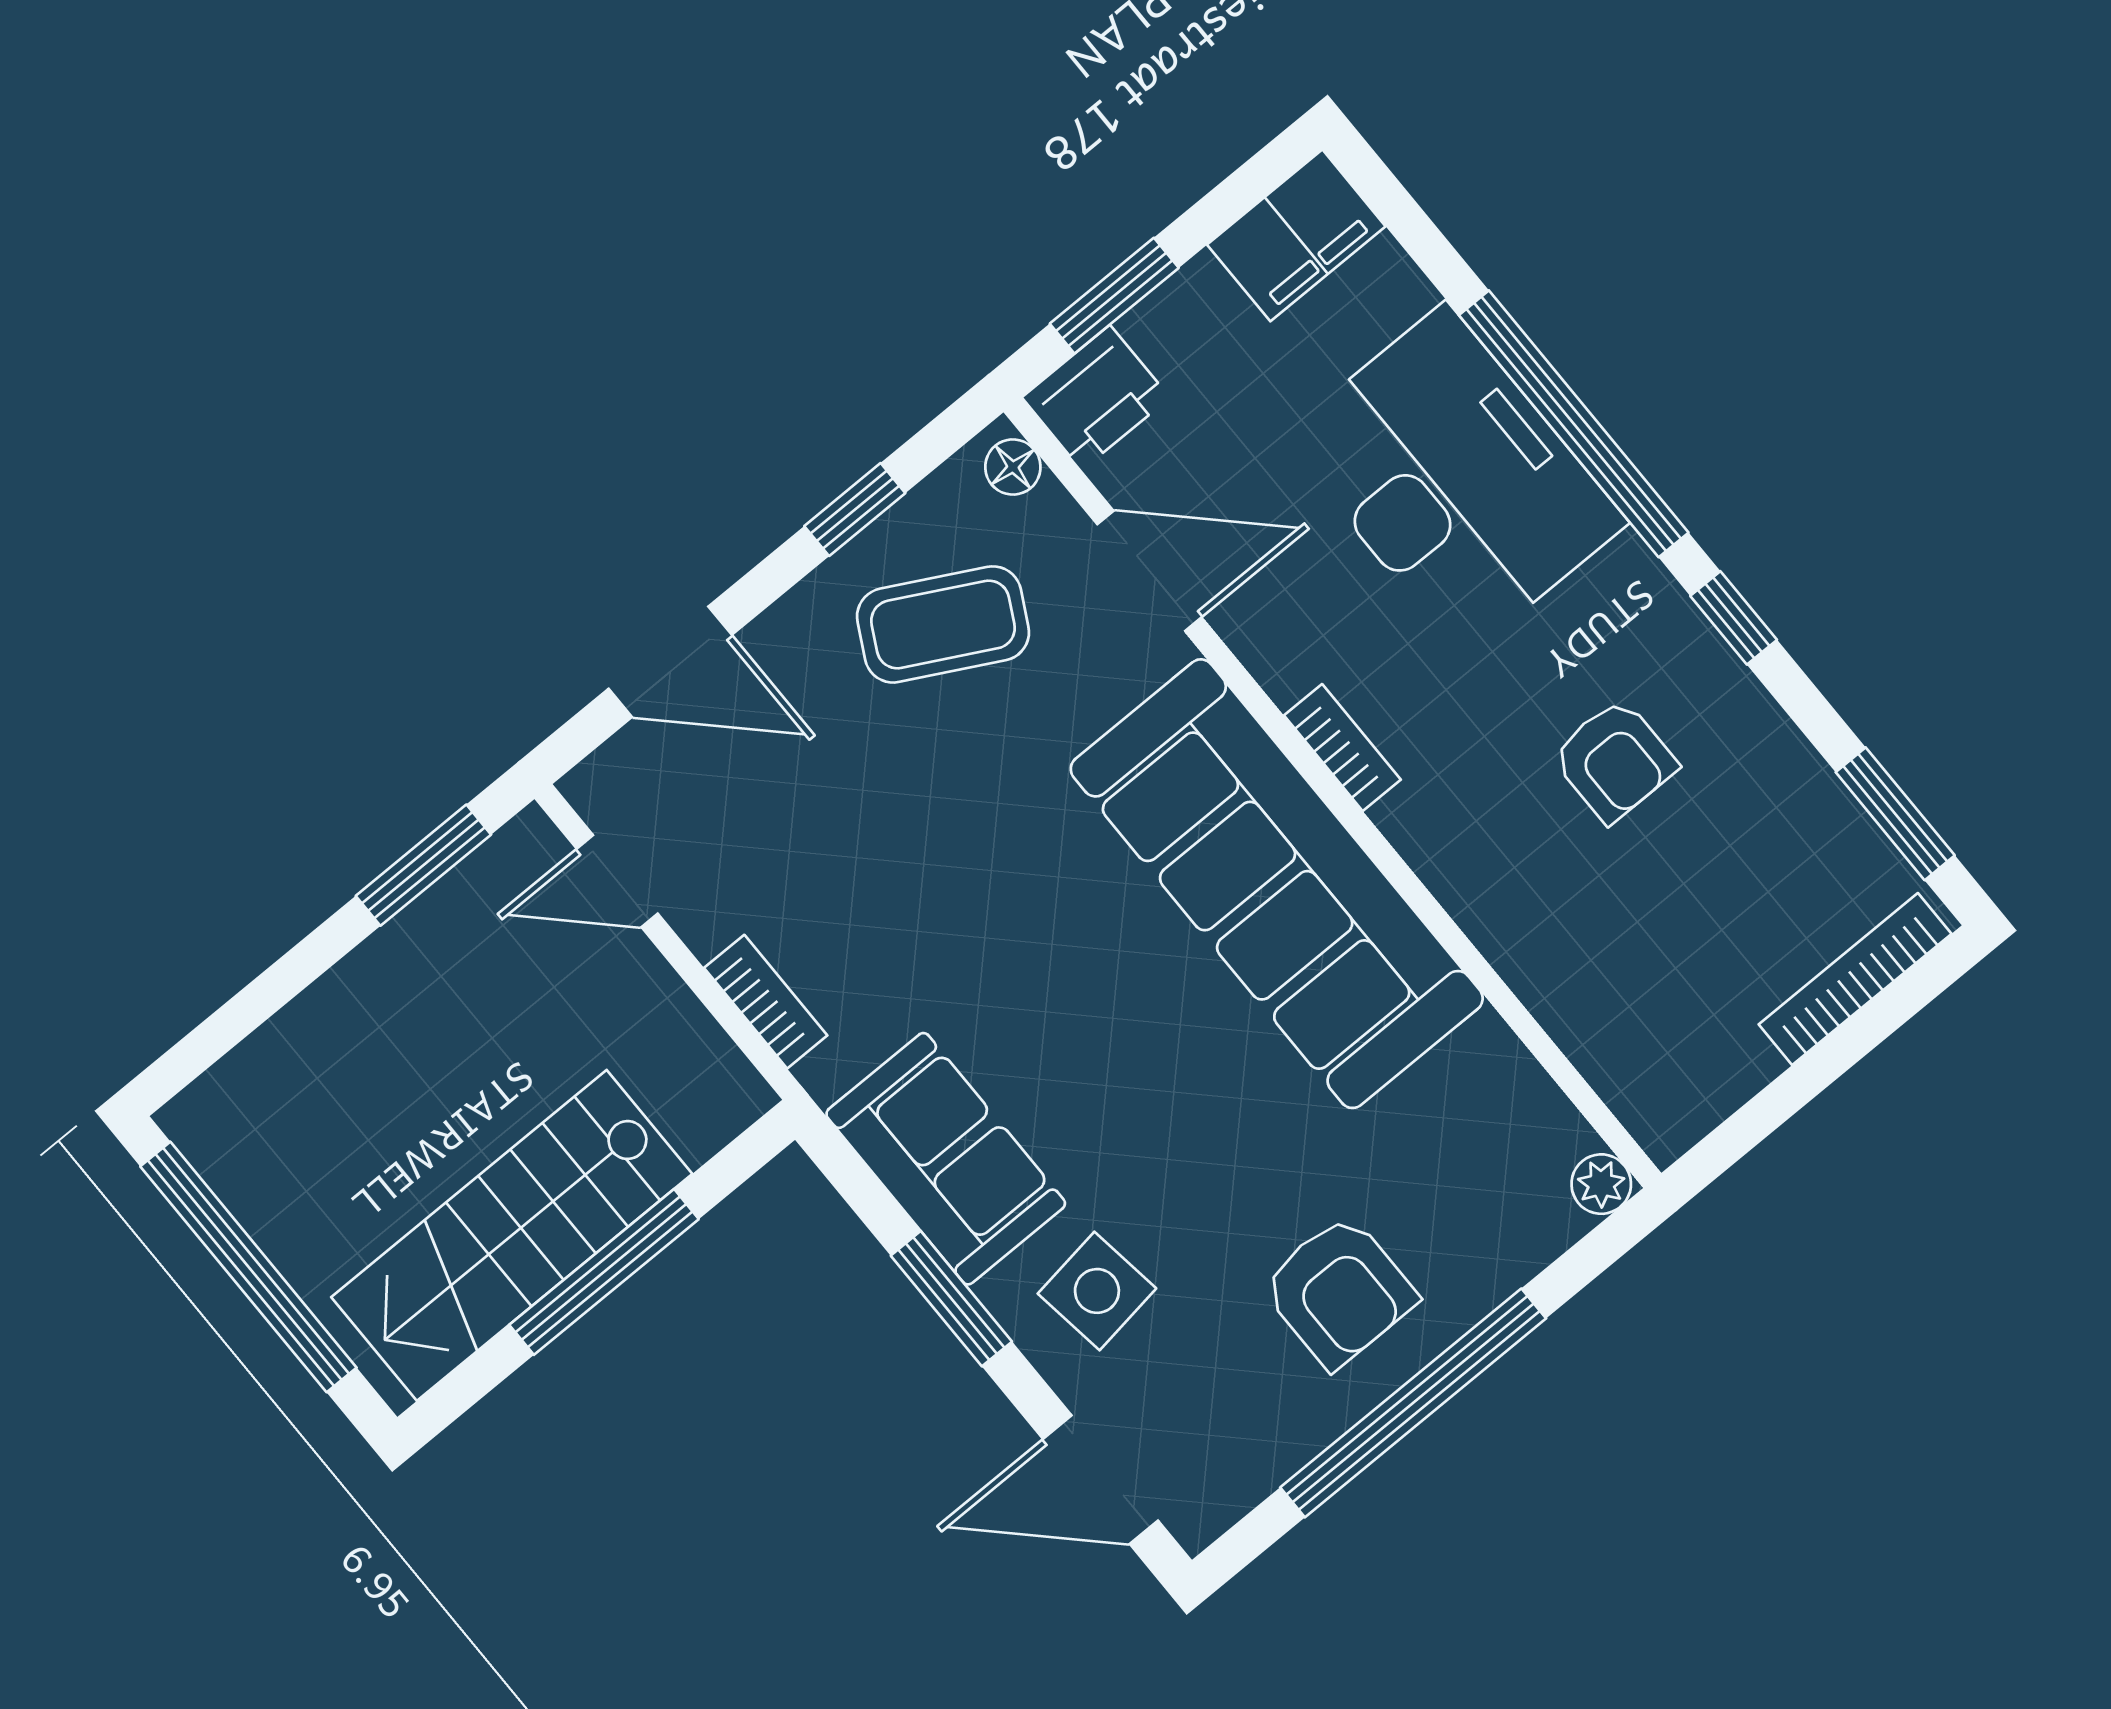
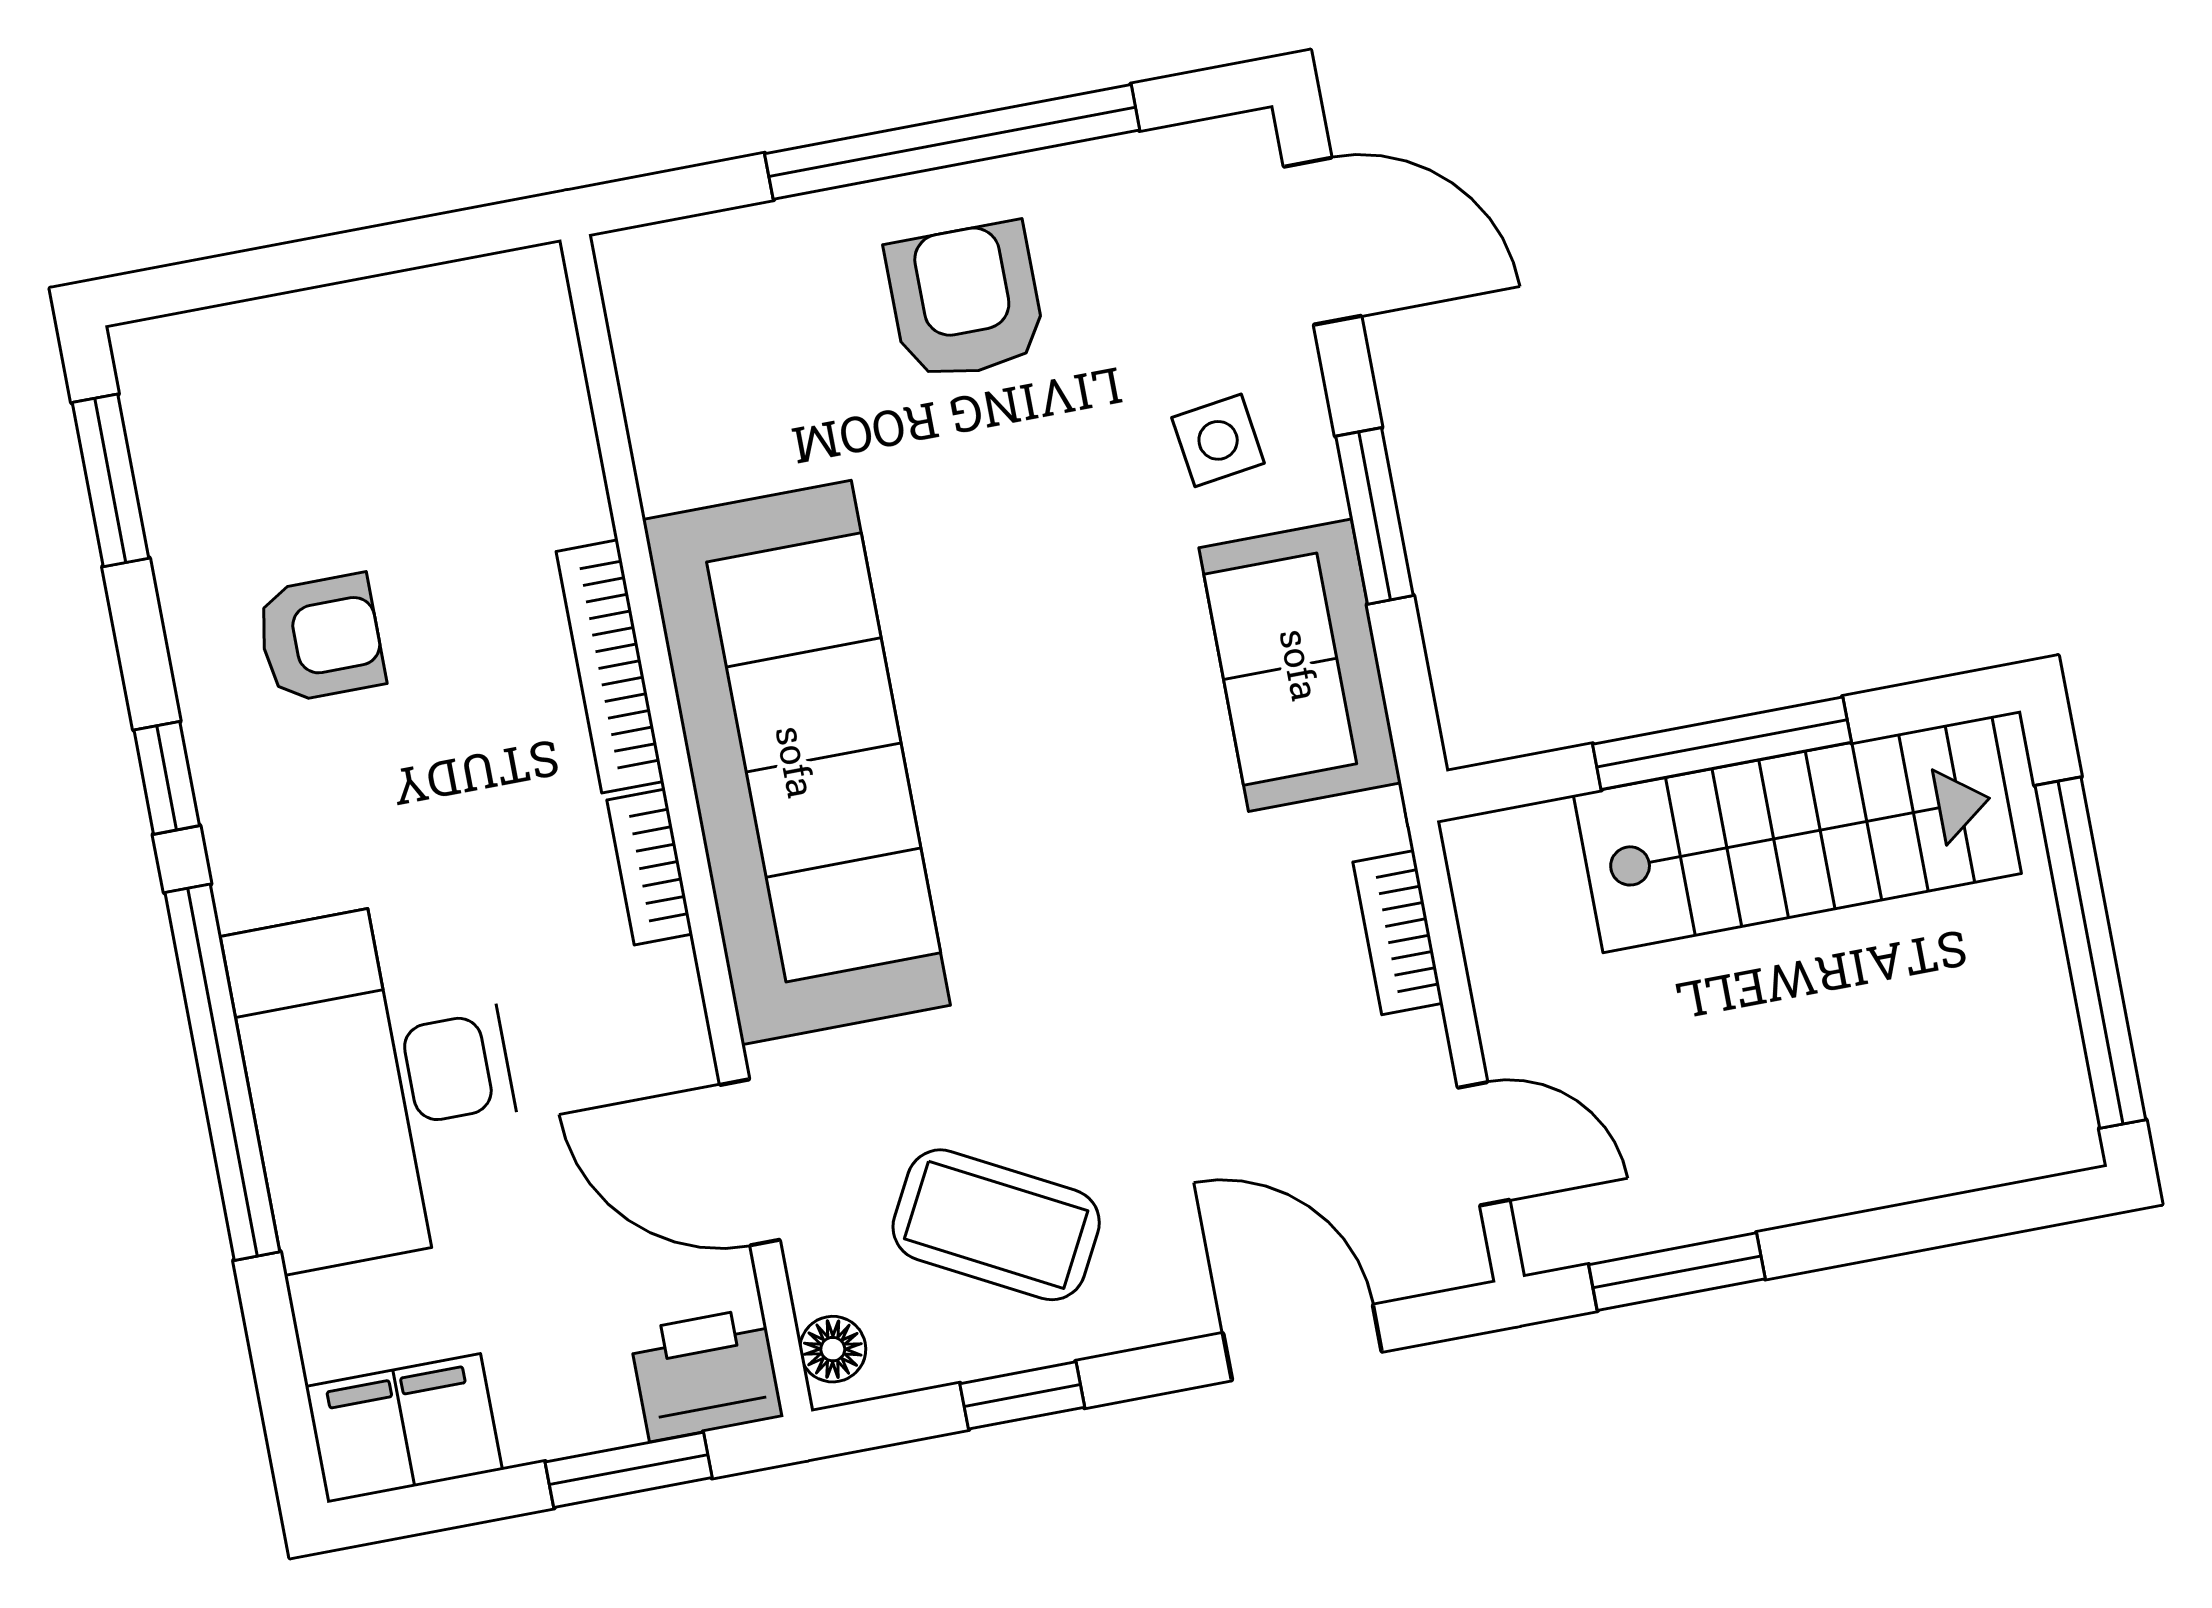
armchair: (1614, 760) -> (321, 638), moved, turned 90
bookcase: (1855, 979) -> (610, 666), moved, turned 90
plant: (1601, 1184) -> (630, 262), removed
side table: (1097, 1291) -> (1218, 440), width x0.73, depth x0.73

